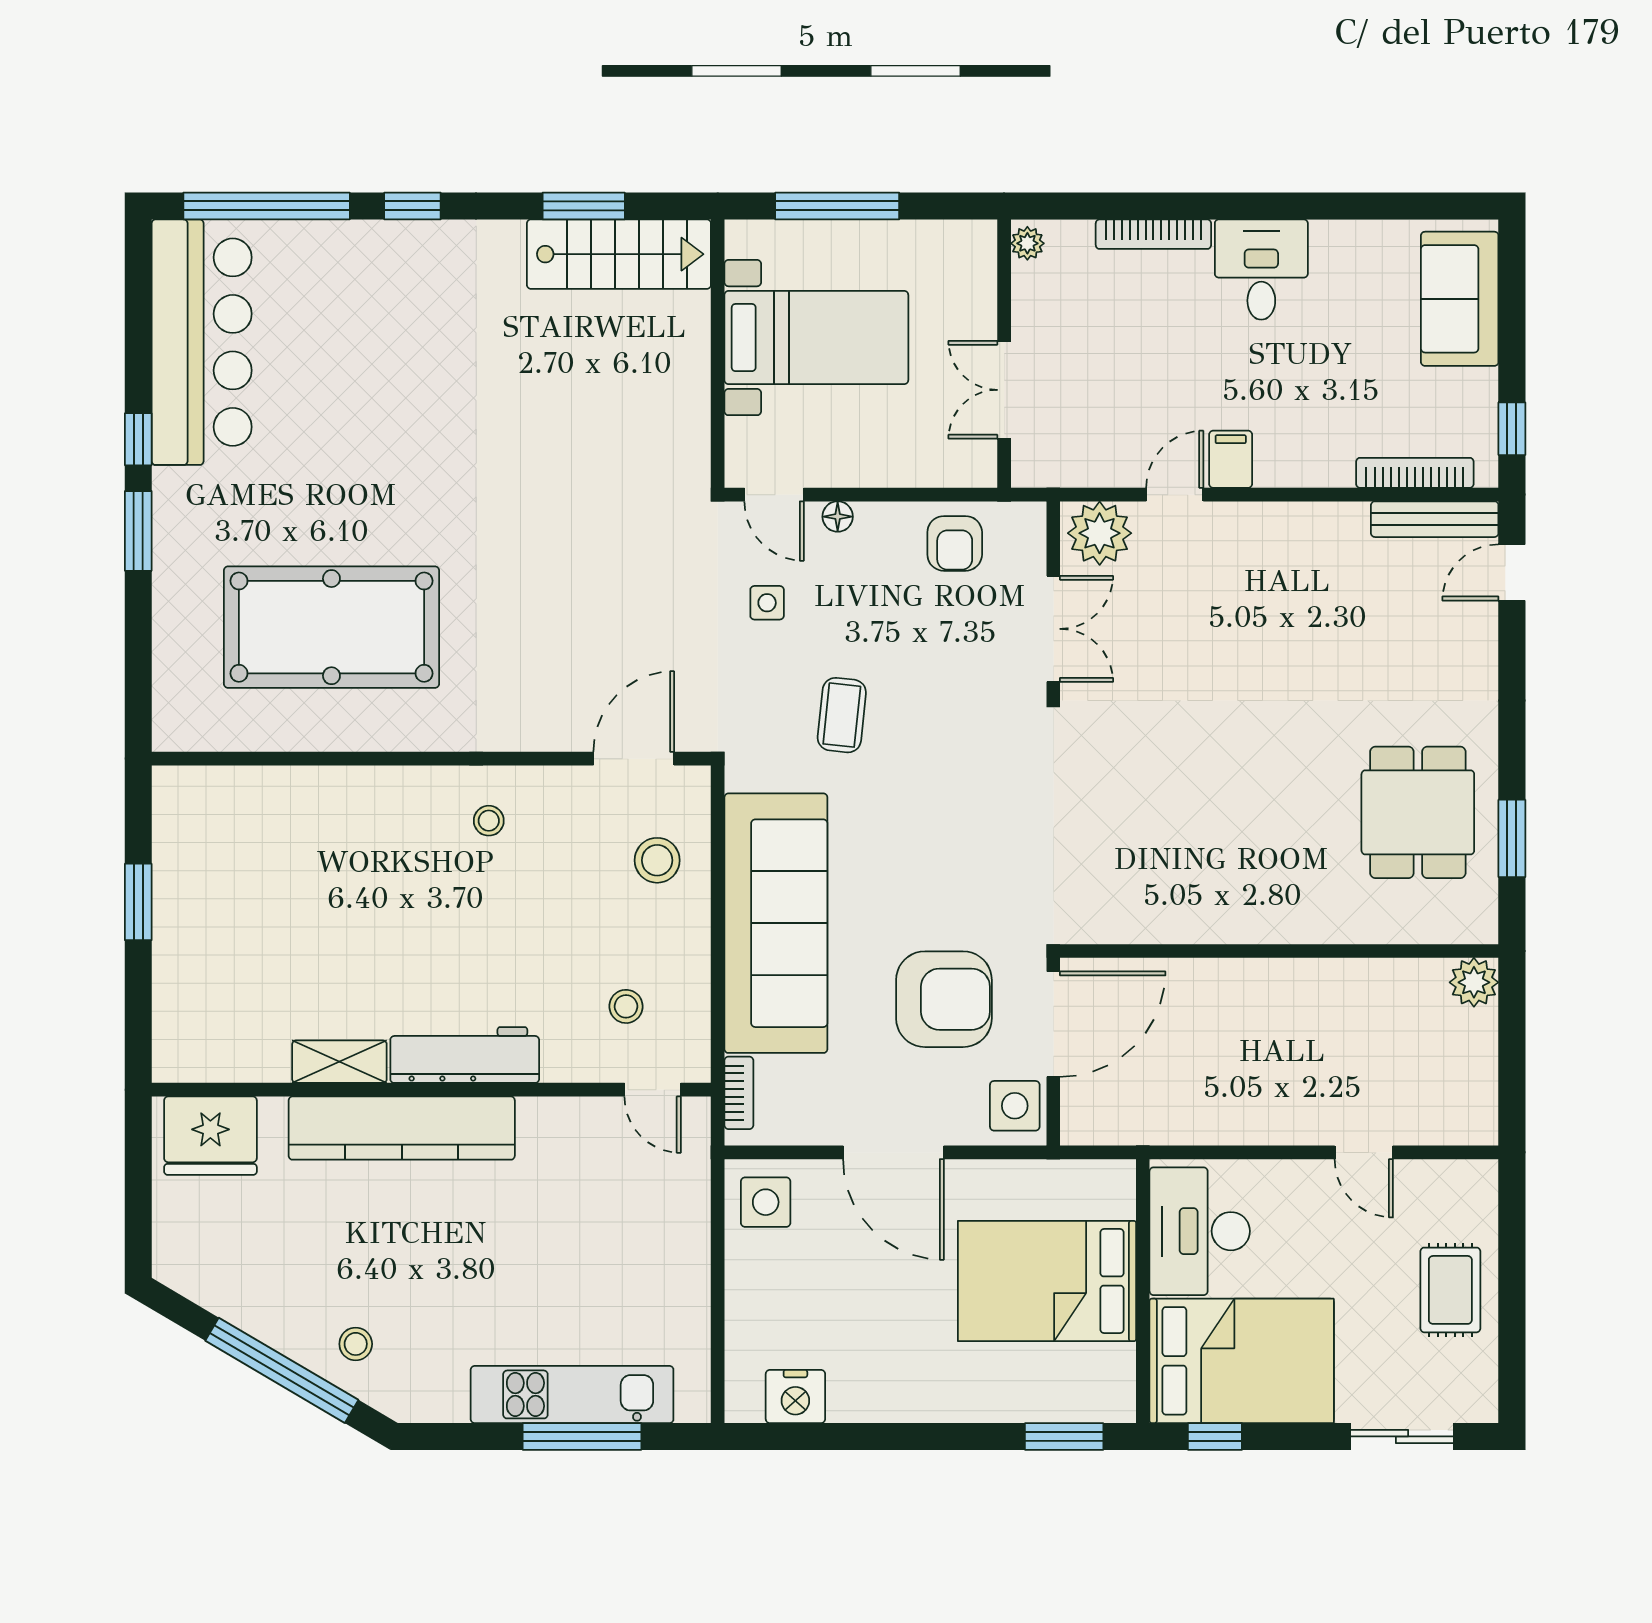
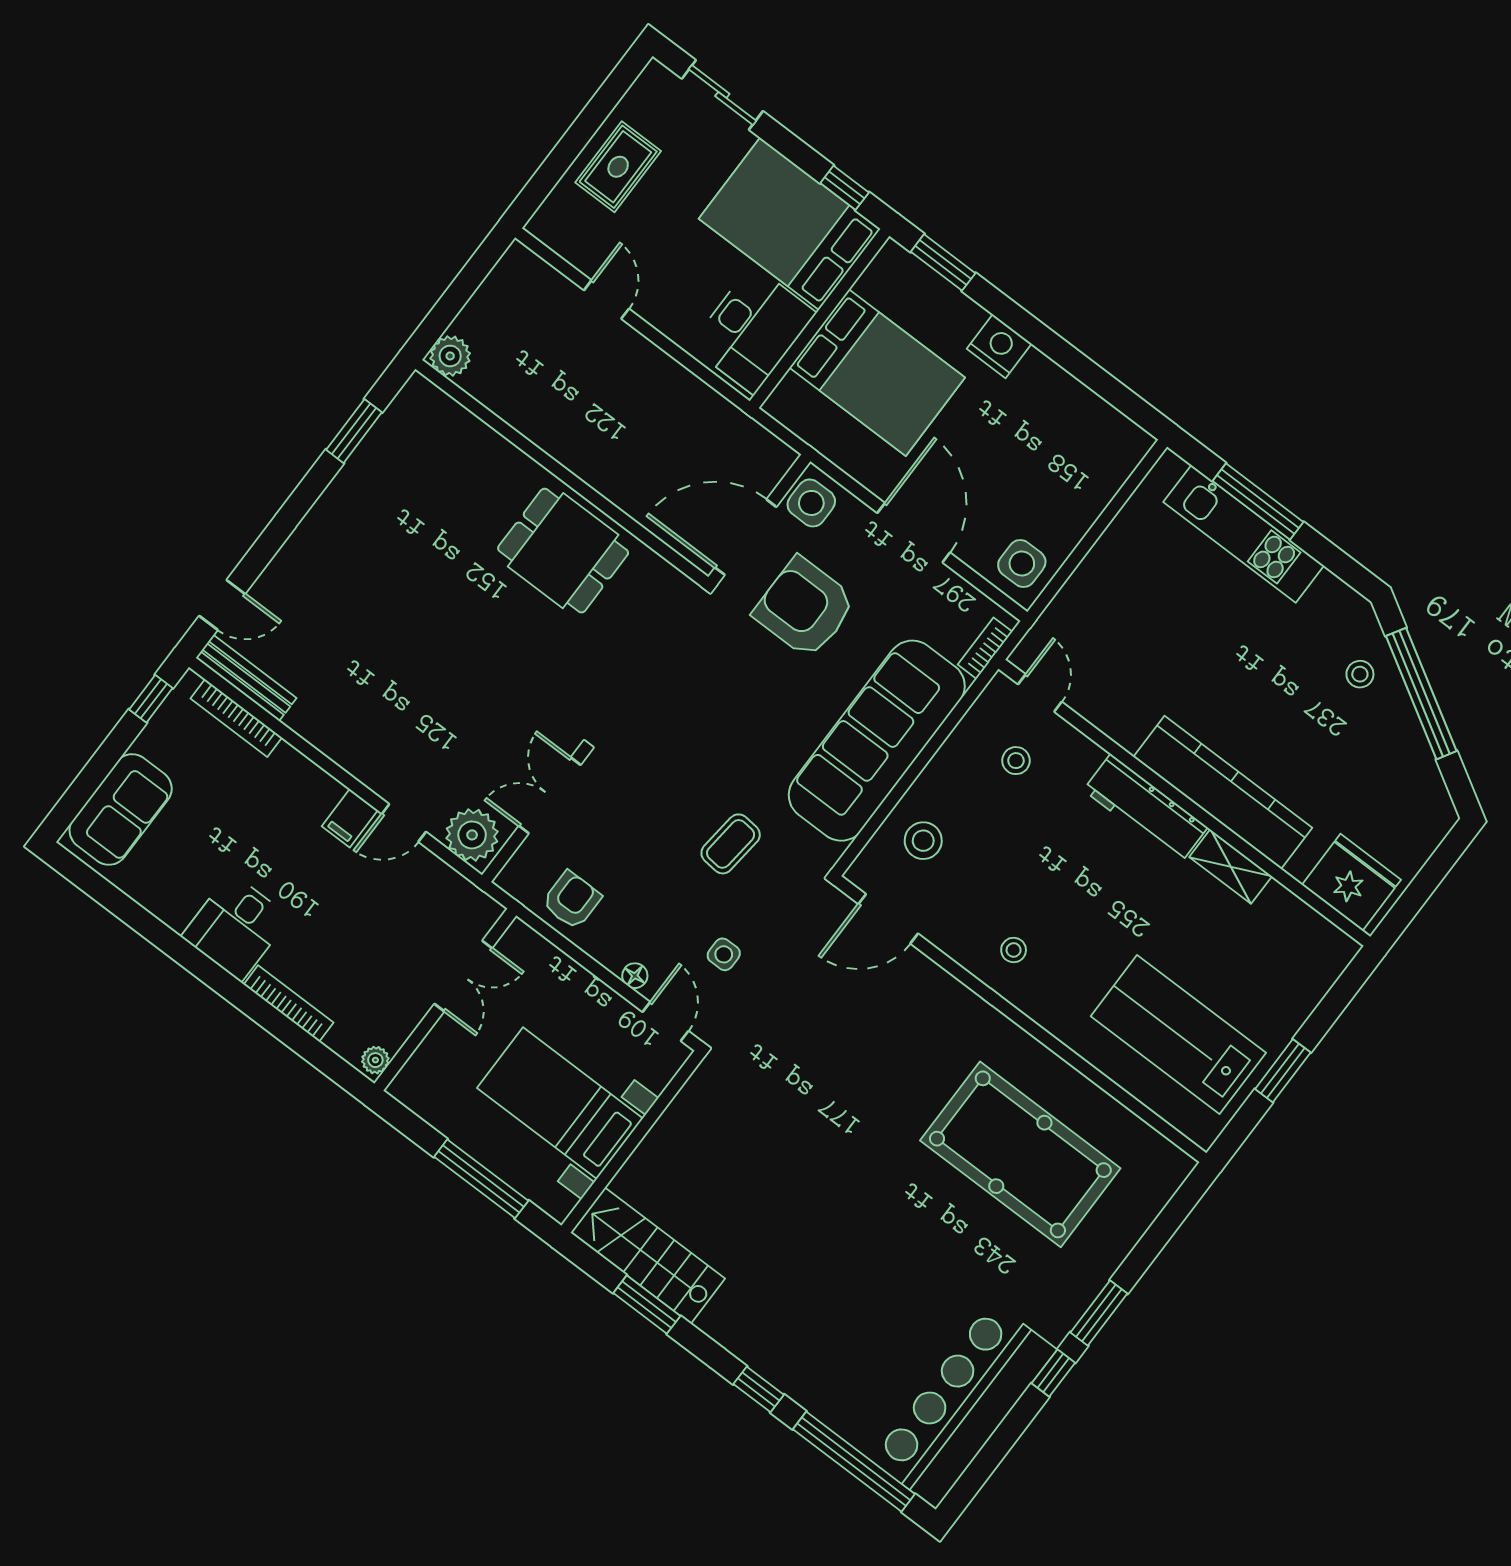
dining table: (1418, 812) -> (563, 551), moved, turned 90
lab bench: (266, 860) -> (1178, 1035), added
nightstand: (795, 1396) -> (999, 346), moved

